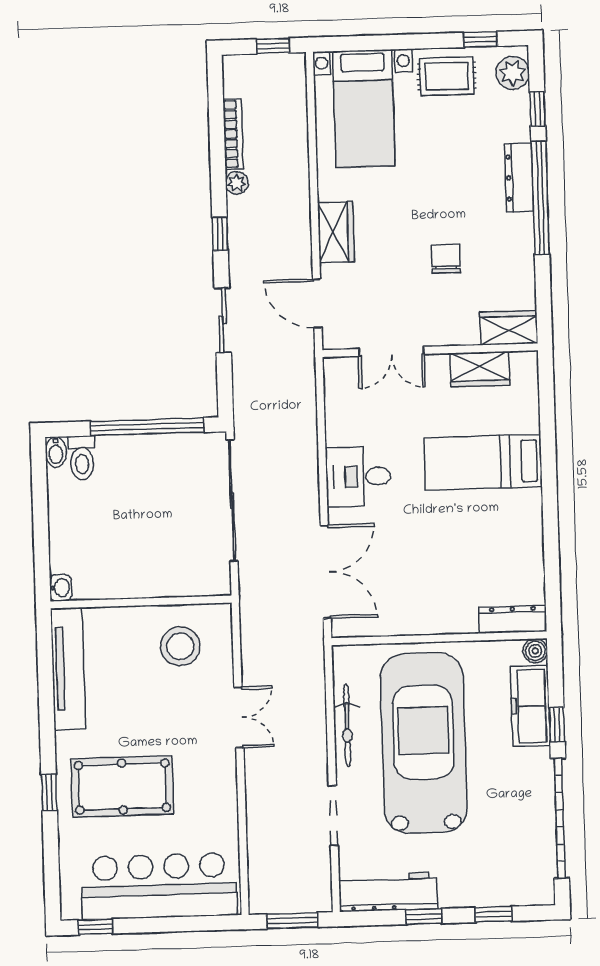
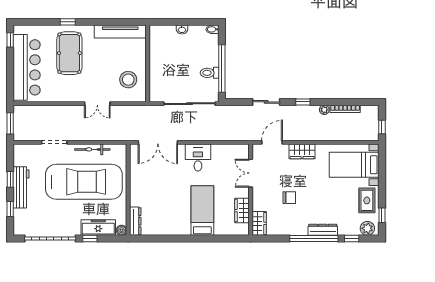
toilet: (82, 458) -> (210, 73), moved
washbasin: (61, 588) -> (182, 30), moved
workbench: (388, 892) -> (21, 187), moved

